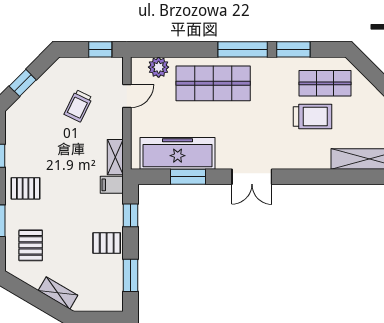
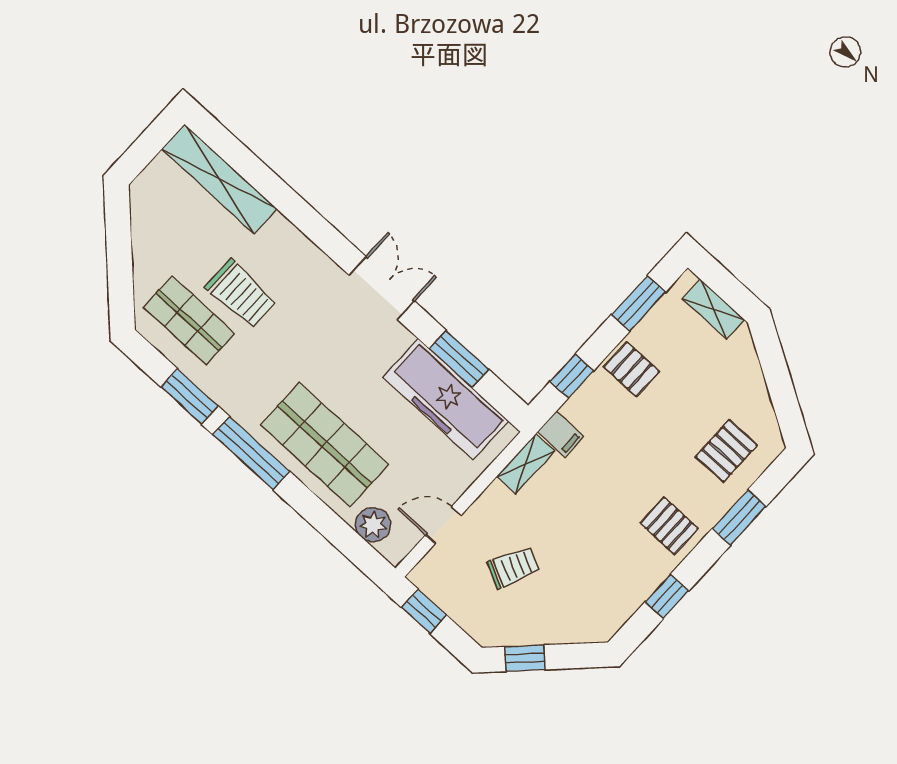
window: (23, 83) -> (525, 658), moved
trolley: (313, 116) -> (241, 294), turned 180
shelving: (58, 293) -> (713, 309), moved, turned -31

